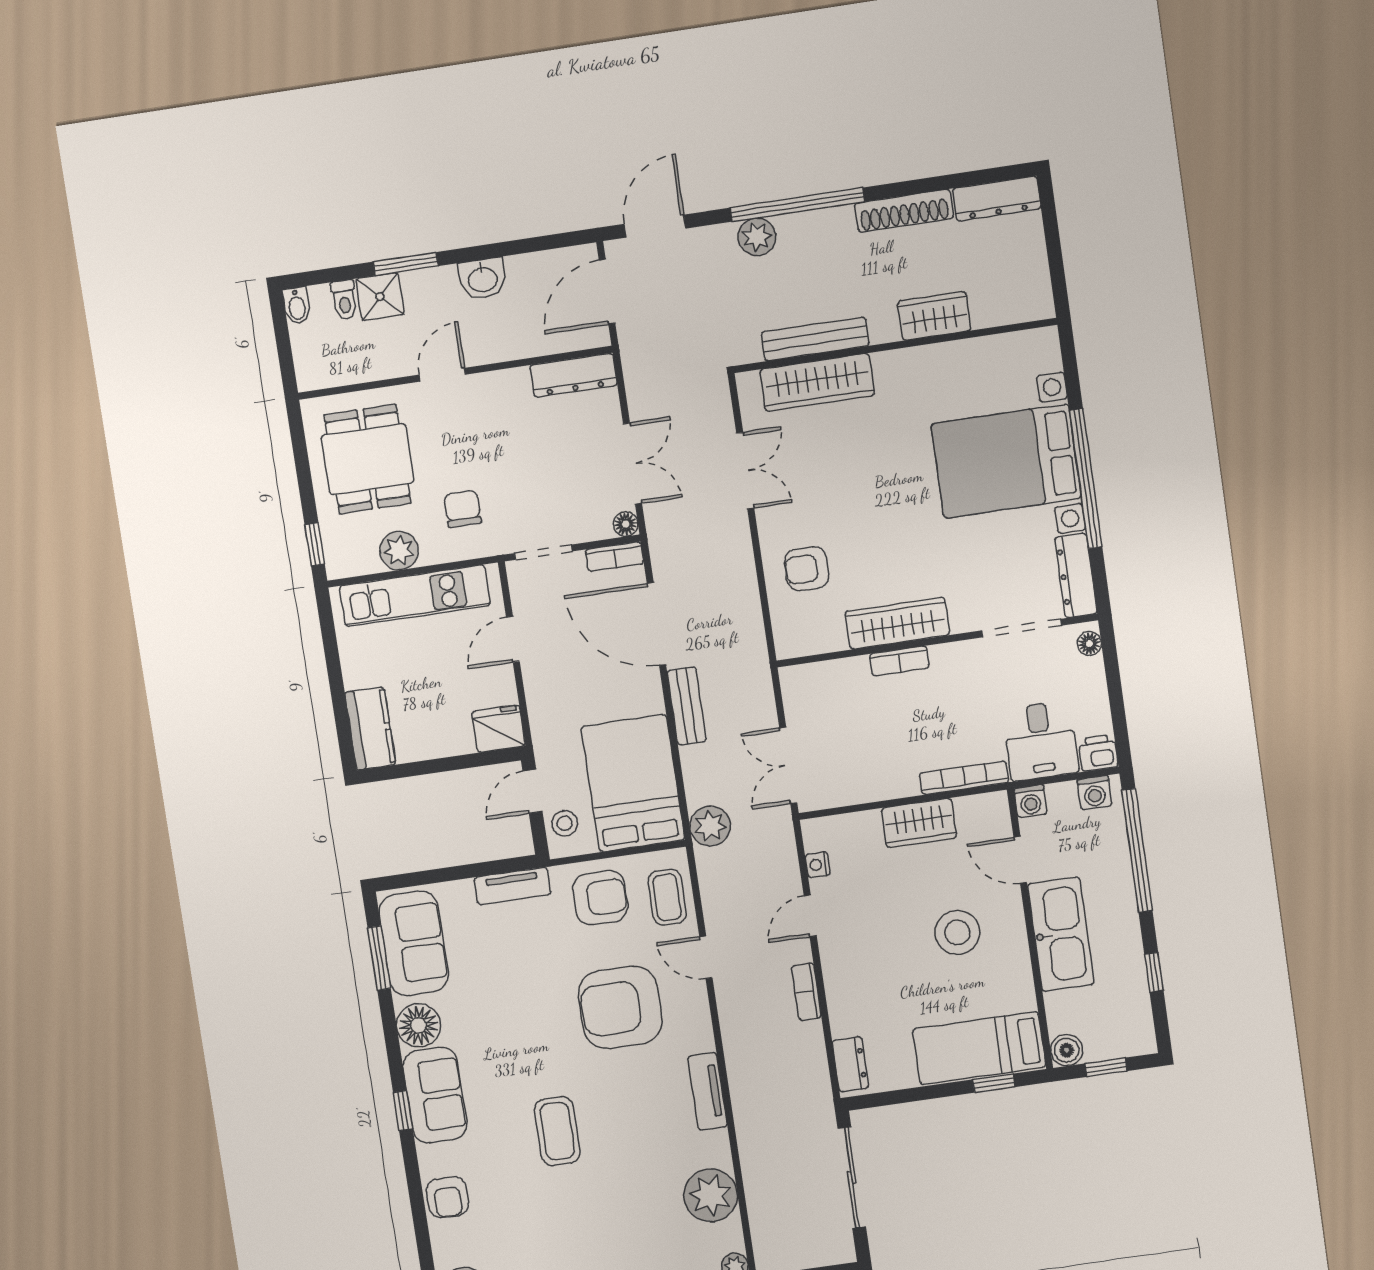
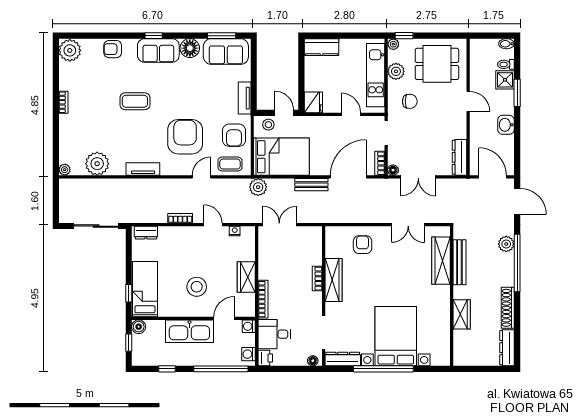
plant: (338, 566) -> (393, 44), added

